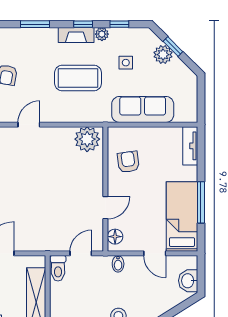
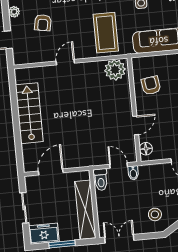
coffee table: (78, 78) -> (106, 33), moved, turned 90
door: (81, 253) -> (119, 165), hinge flipped
bidet: (118, 264) -> (133, 173), moved

